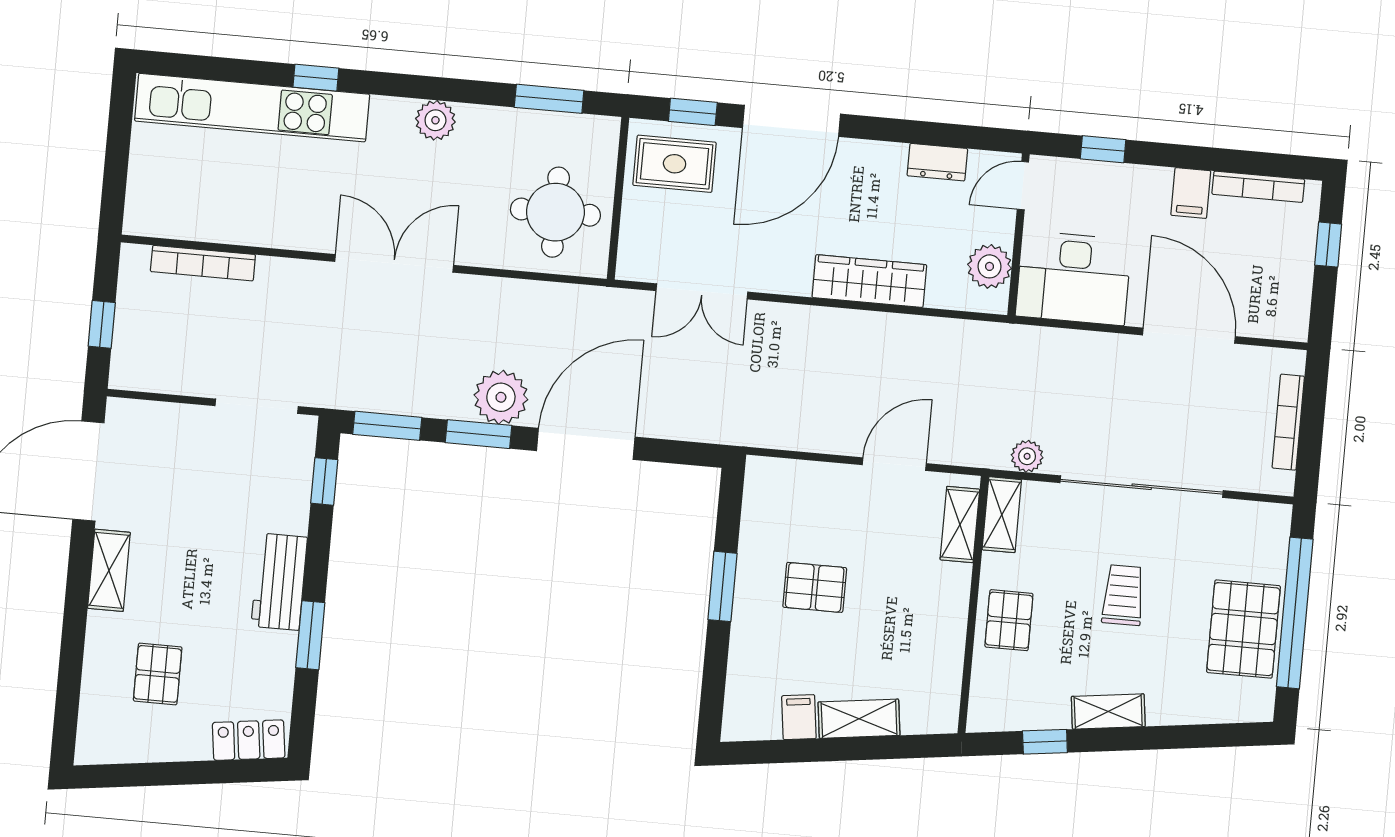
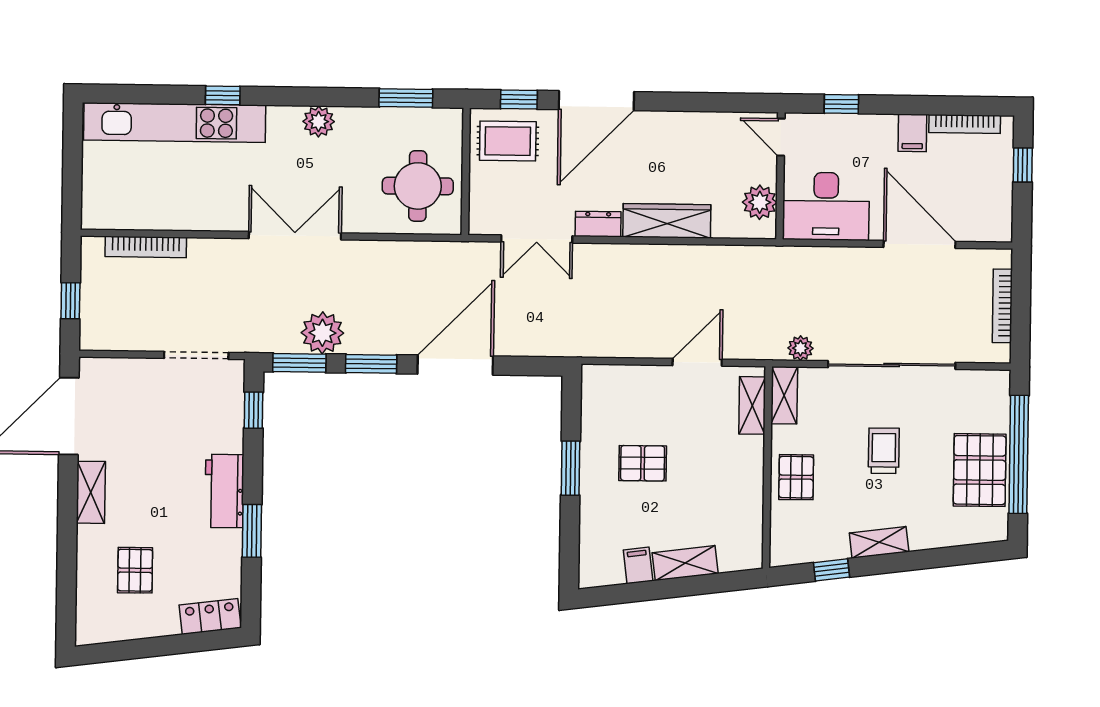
dresser: (937, 162) -> (598, 224), moved, turned 180
door: (1023, 186) -> (781, 137), hinge flipped
plant: (501, 397) -> (322, 333), moved

